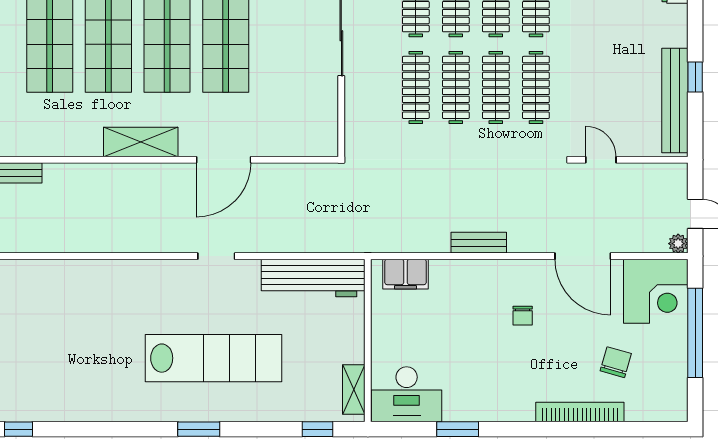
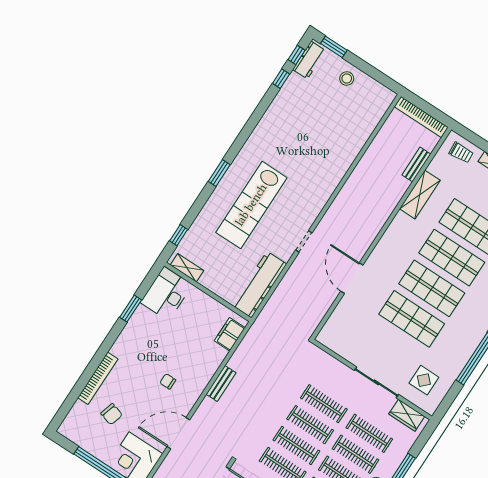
shelving: (141, 142) -> (420, 195), moved

